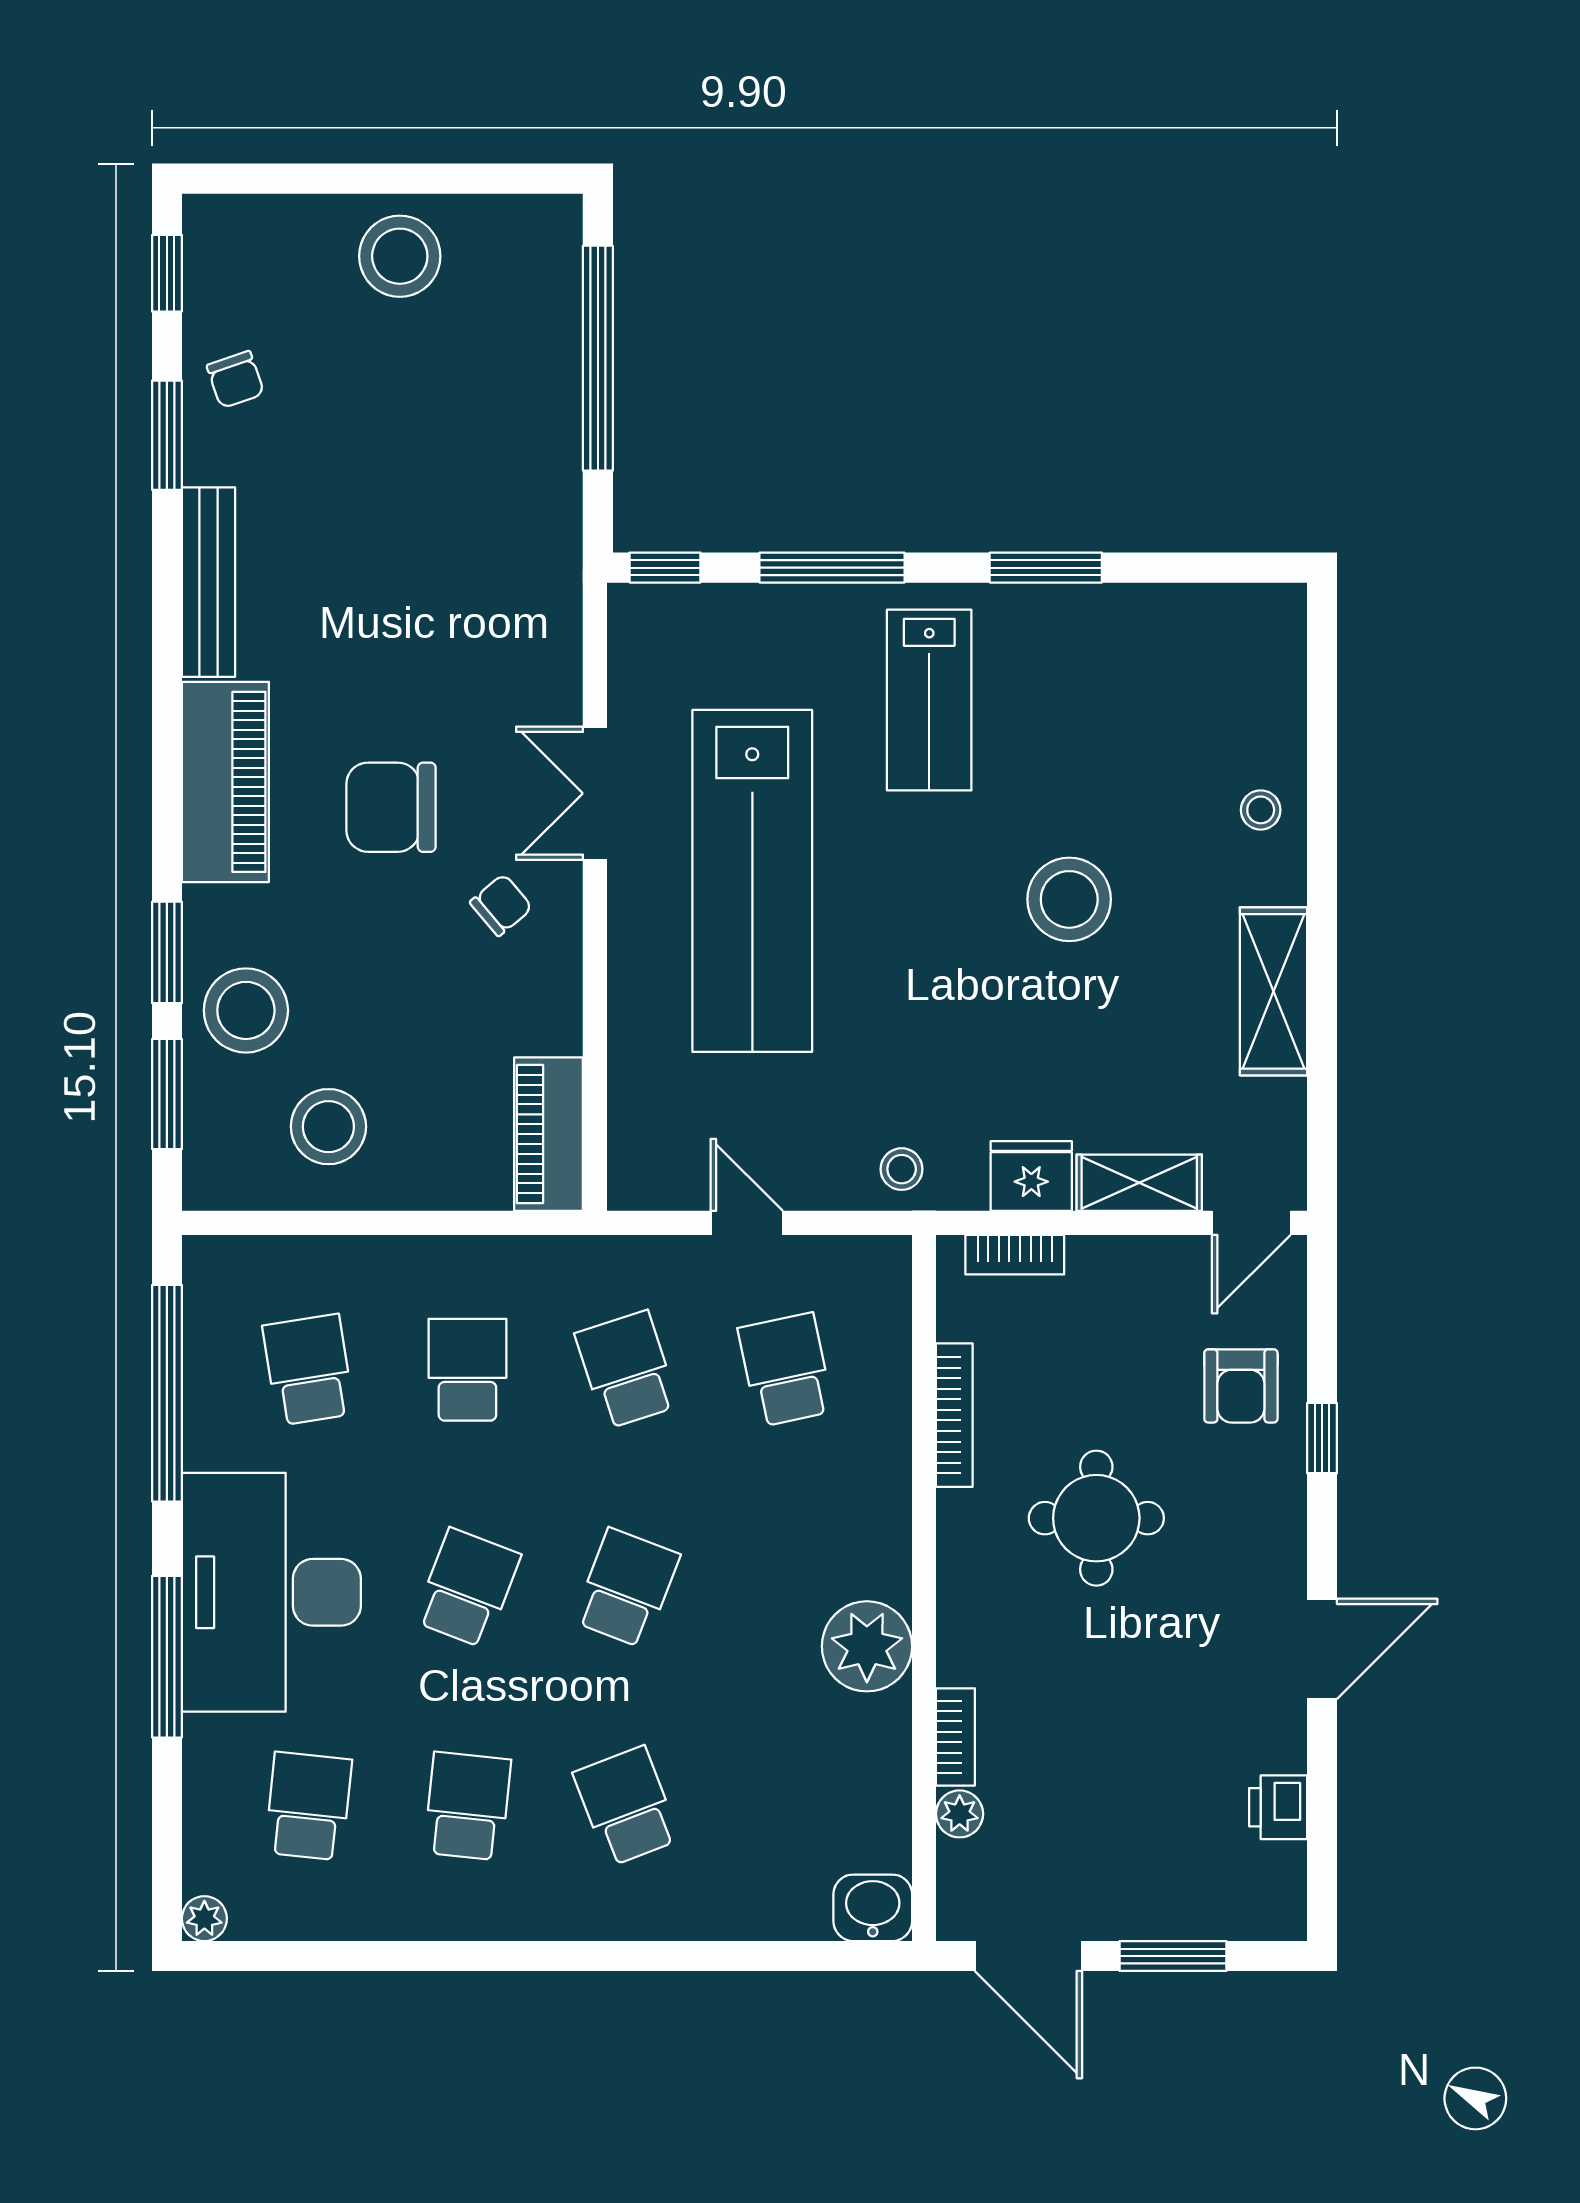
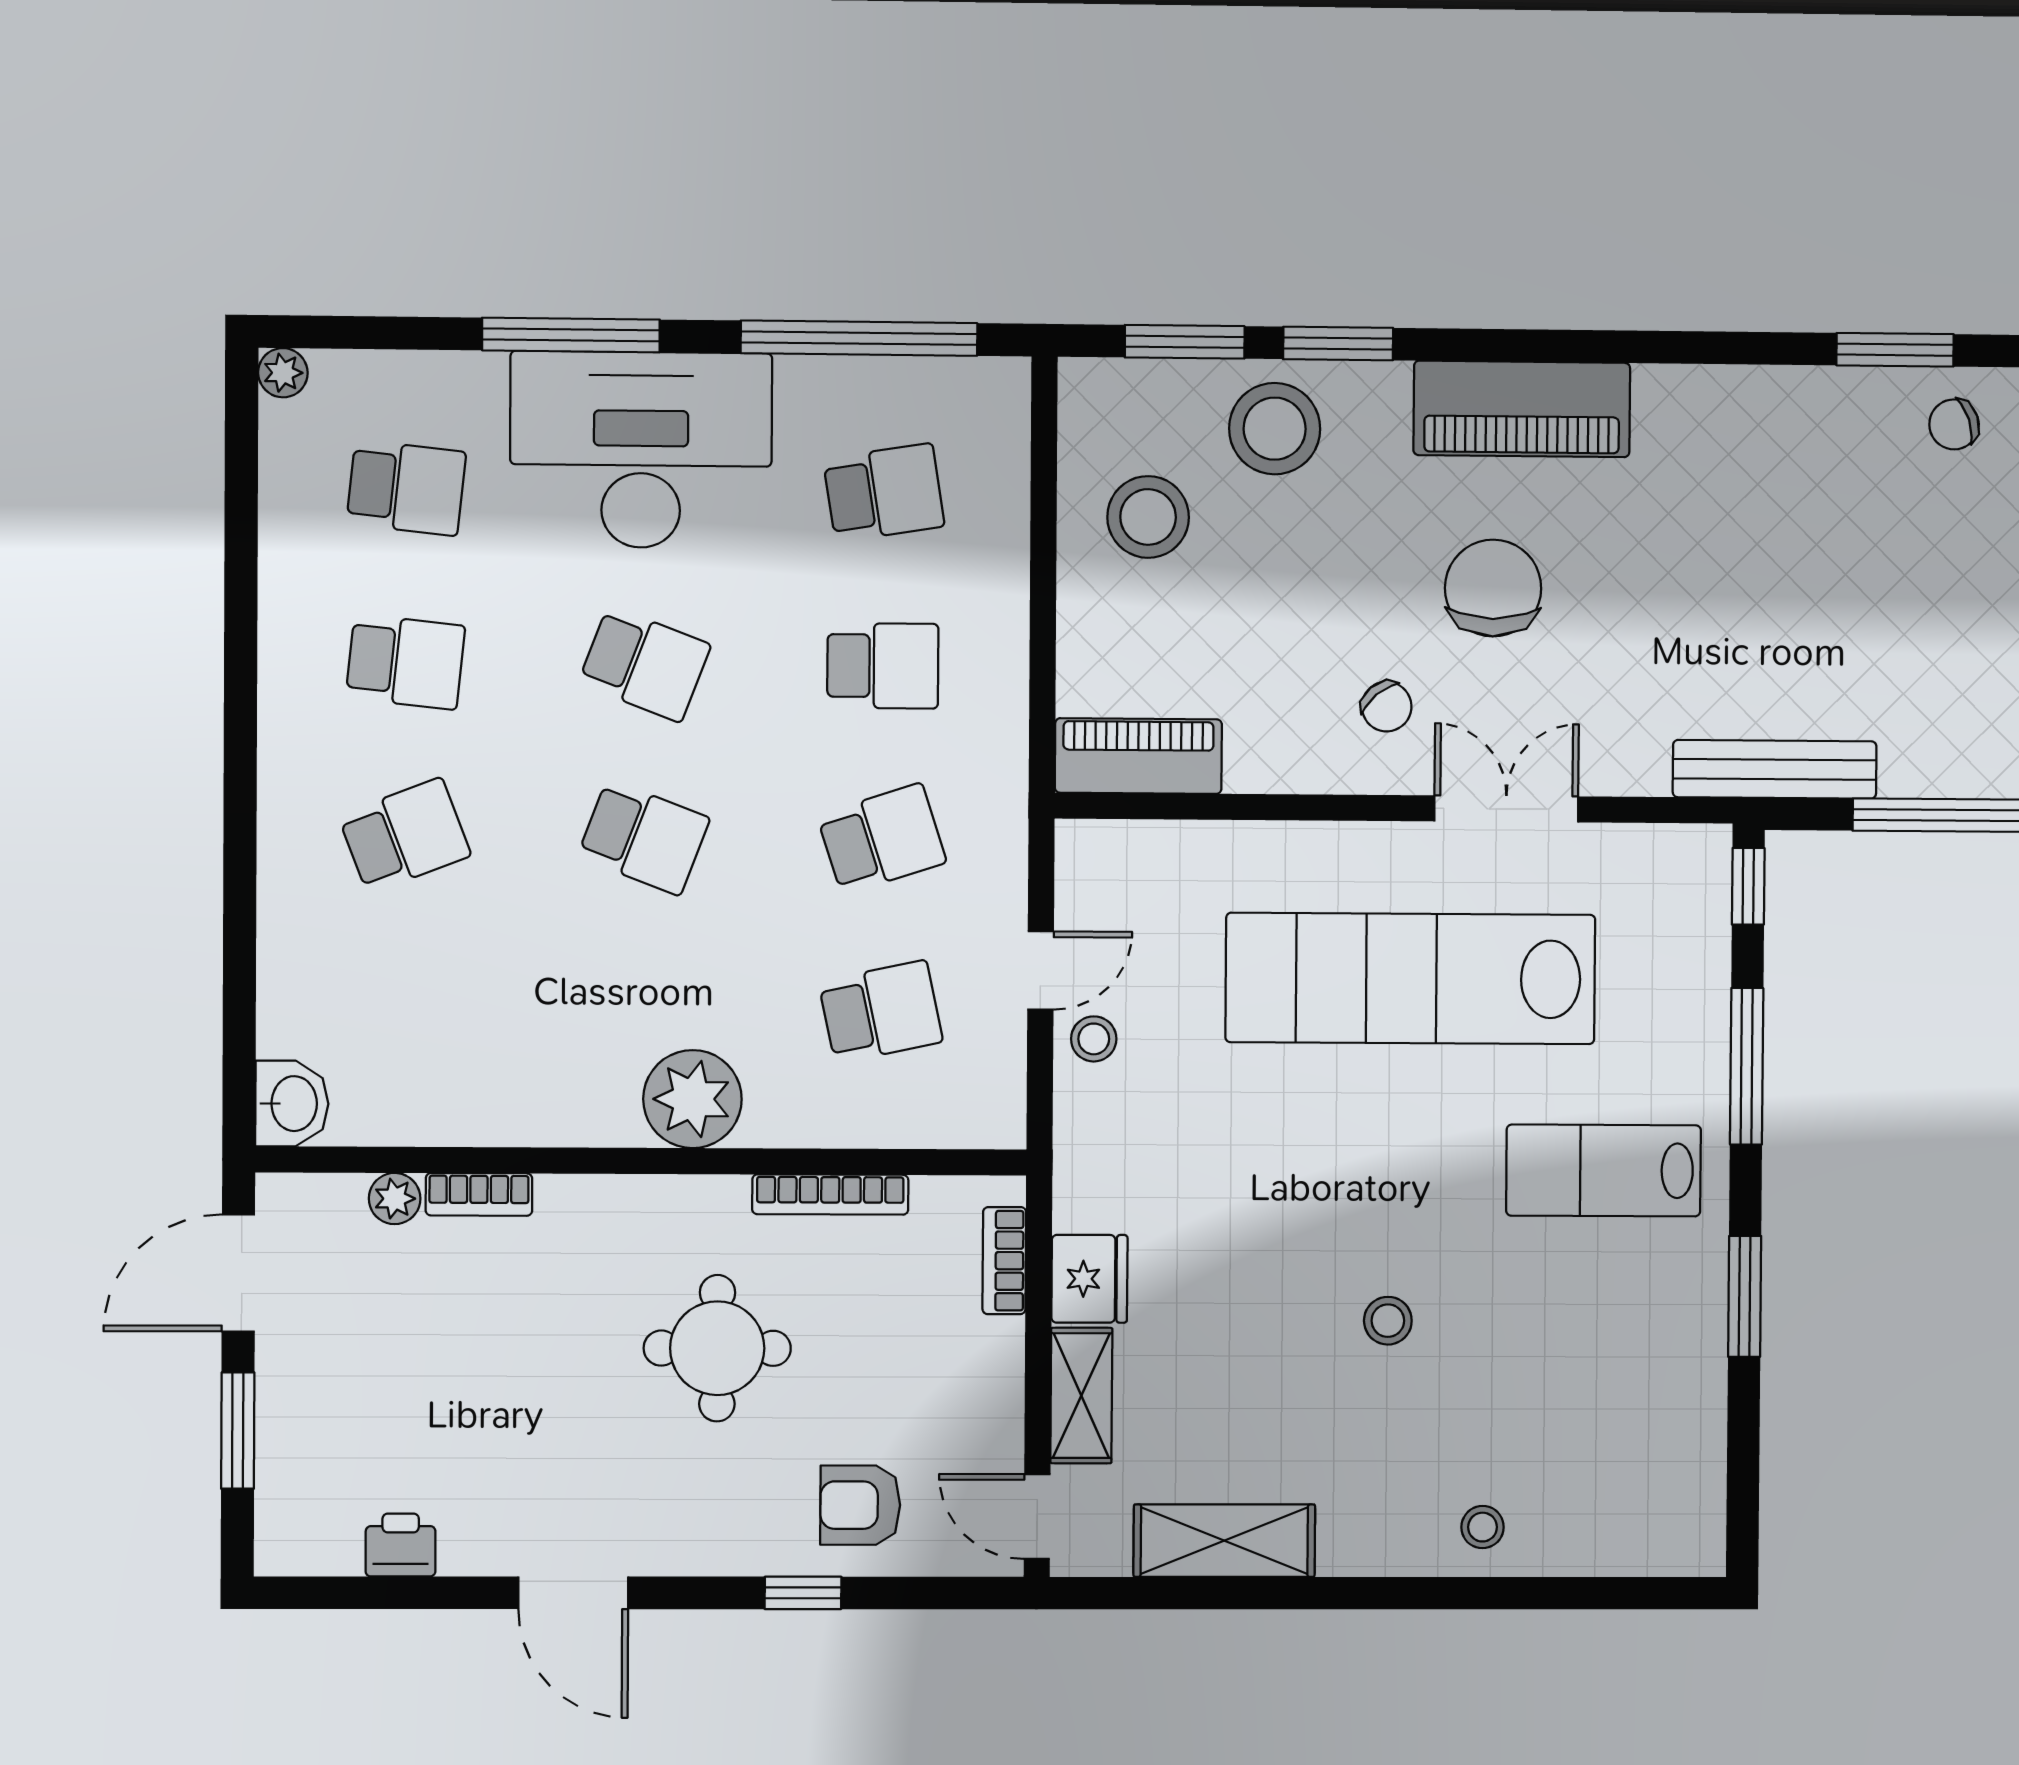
bench: (208, 582) -> (1775, 769), moved
stool: (1069, 899) -> (1388, 1321), width x0.53, depth x0.53
shelving: (1273, 991) -> (1224, 1541), moved
stool: (902, 1169) -> (1094, 1039), moved
plant: (867, 1646) -> (692, 1099), moved

